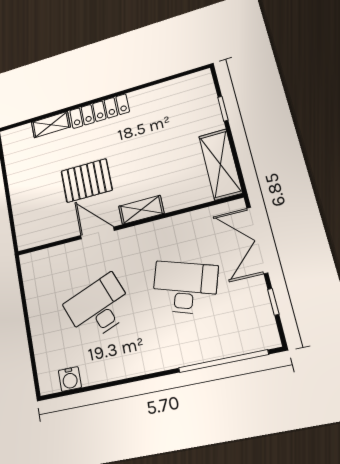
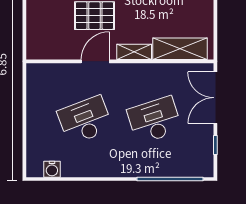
shelving: (220, 164) -> (180, 49), moved, turned 90
door: (97, 233) -> (95, 61), hinge flipped
desk: (185, 288) -> (155, 120), turned -36

